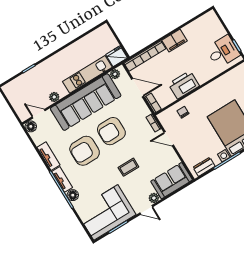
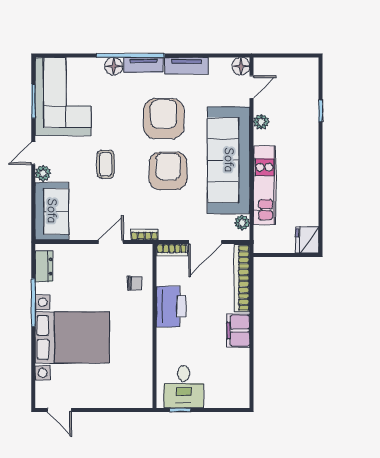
fridge: (117, 56) -> (307, 240), moved, turned 180

